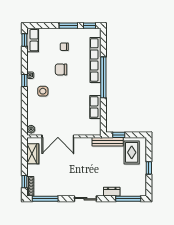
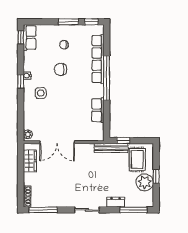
plant: (139, 173) -> (145, 182), added
window: (24, 182) -> (21, 191), removed

